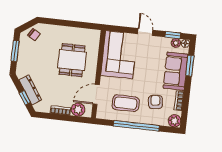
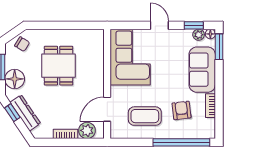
dining table: (72, 60) -> (59, 66), moved
floor lamp: (25, 62) -> (15, 79), added
window: (190, 66) -> (219, 47), moved
window: (25, 98) -> (12, 113), moved
plant: (174, 121) -> (208, 131), removed
window: (136, 126) -> (181, 142), moved

